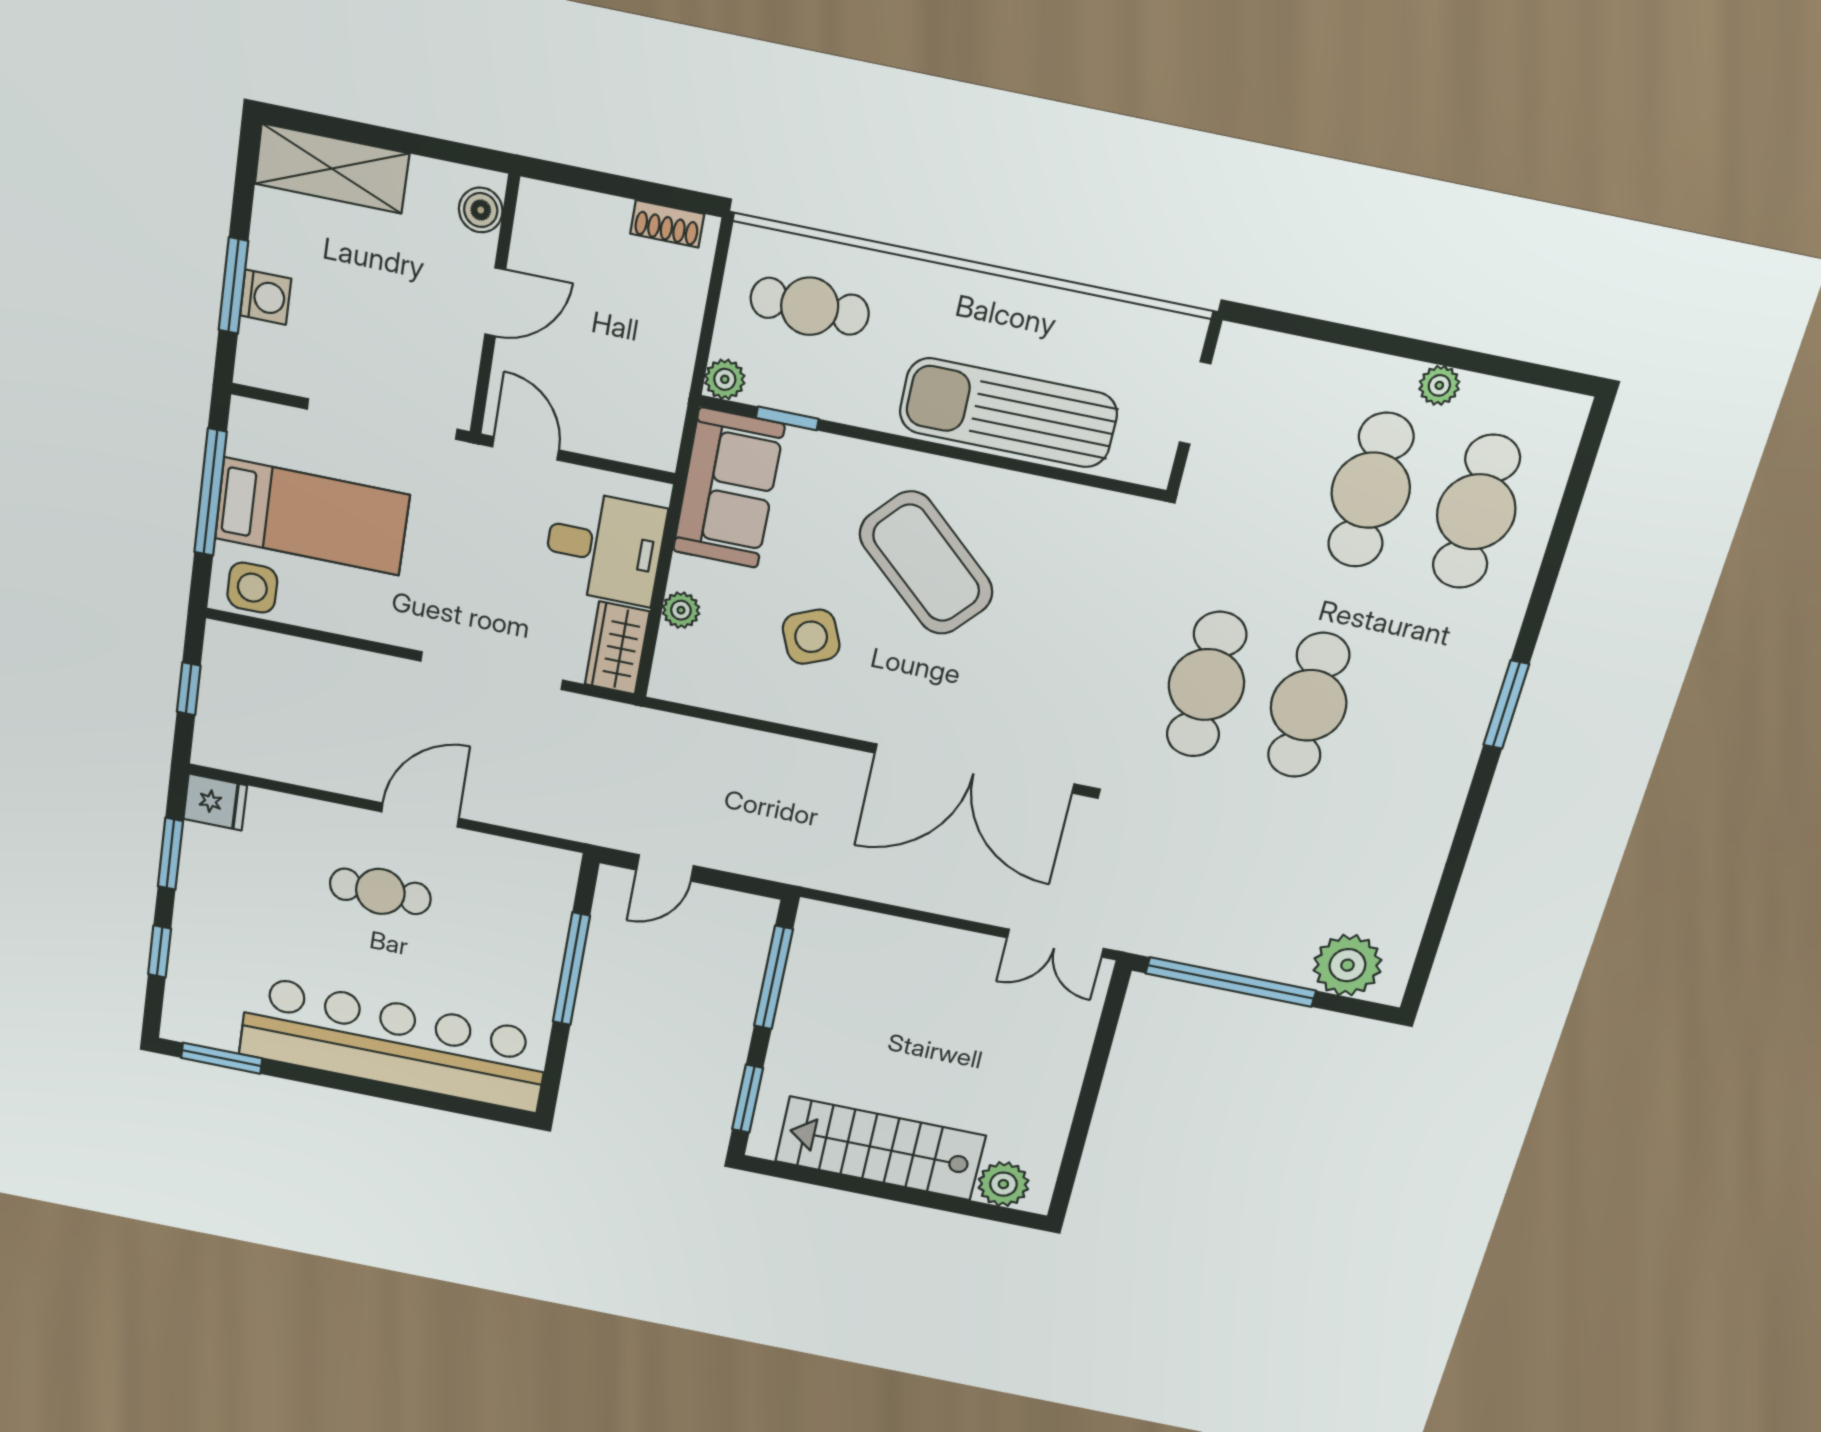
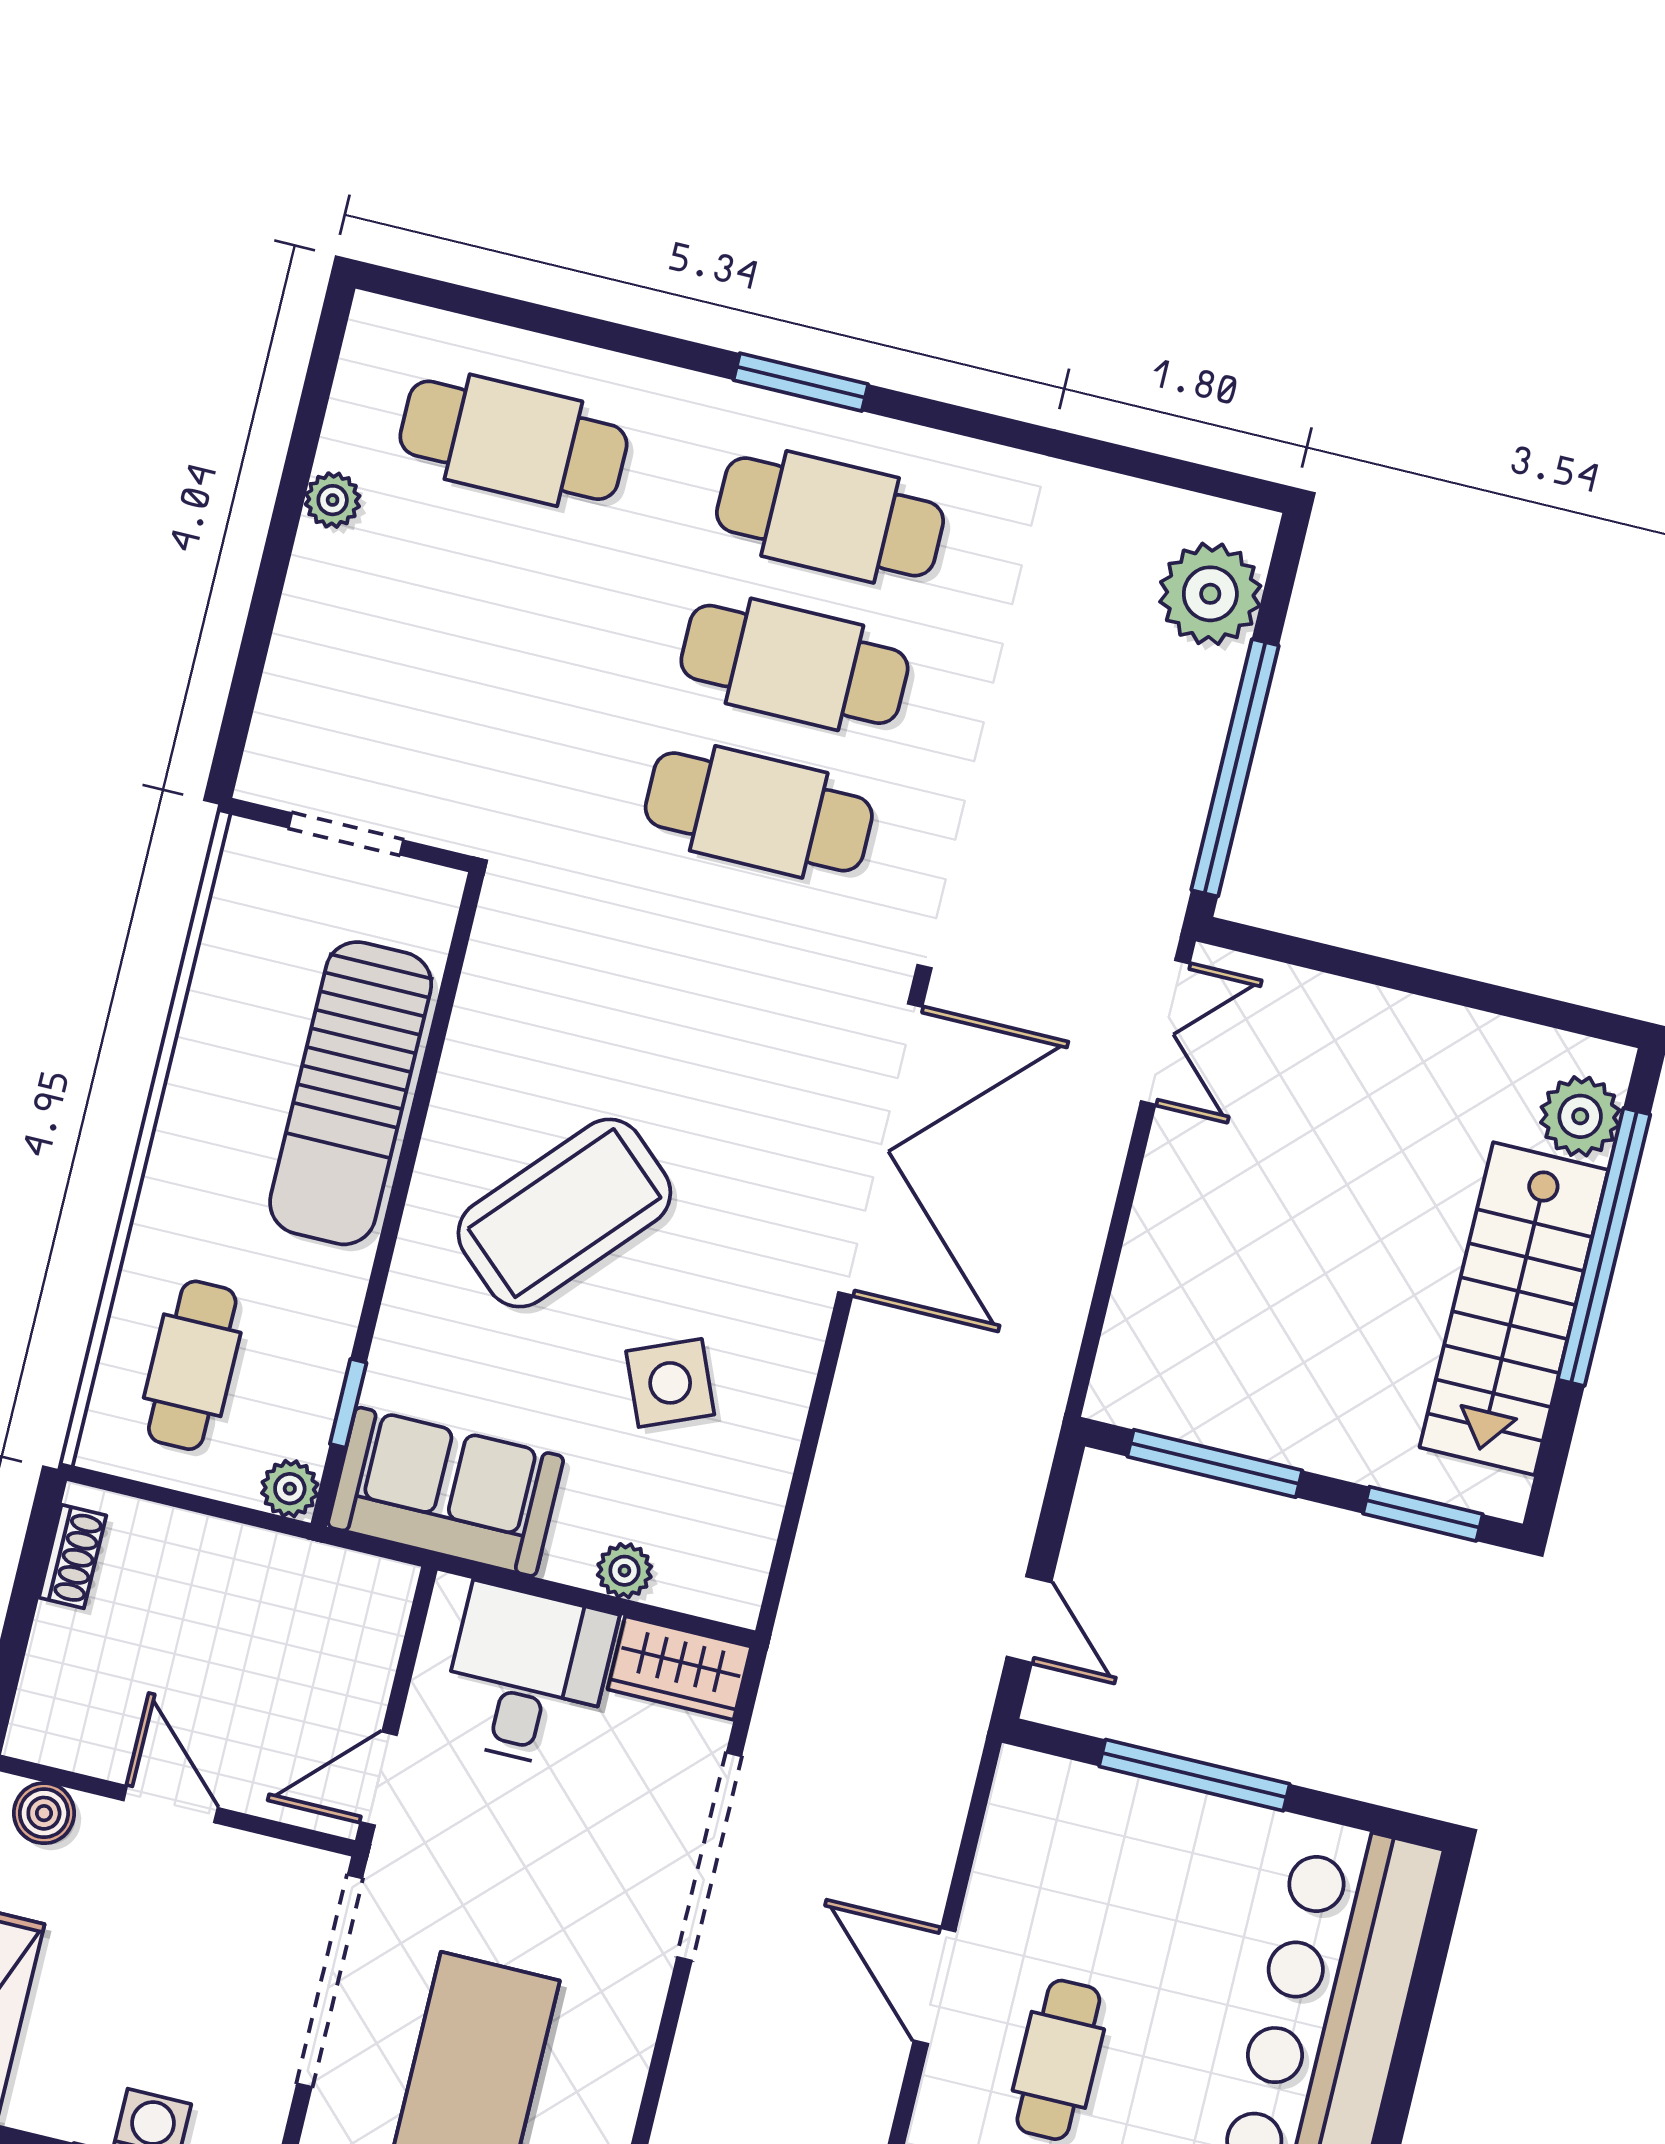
cafe table: (1371, 490) -> (830, 517), moved
window: (921, 1198) -> (1604, 1247), added

